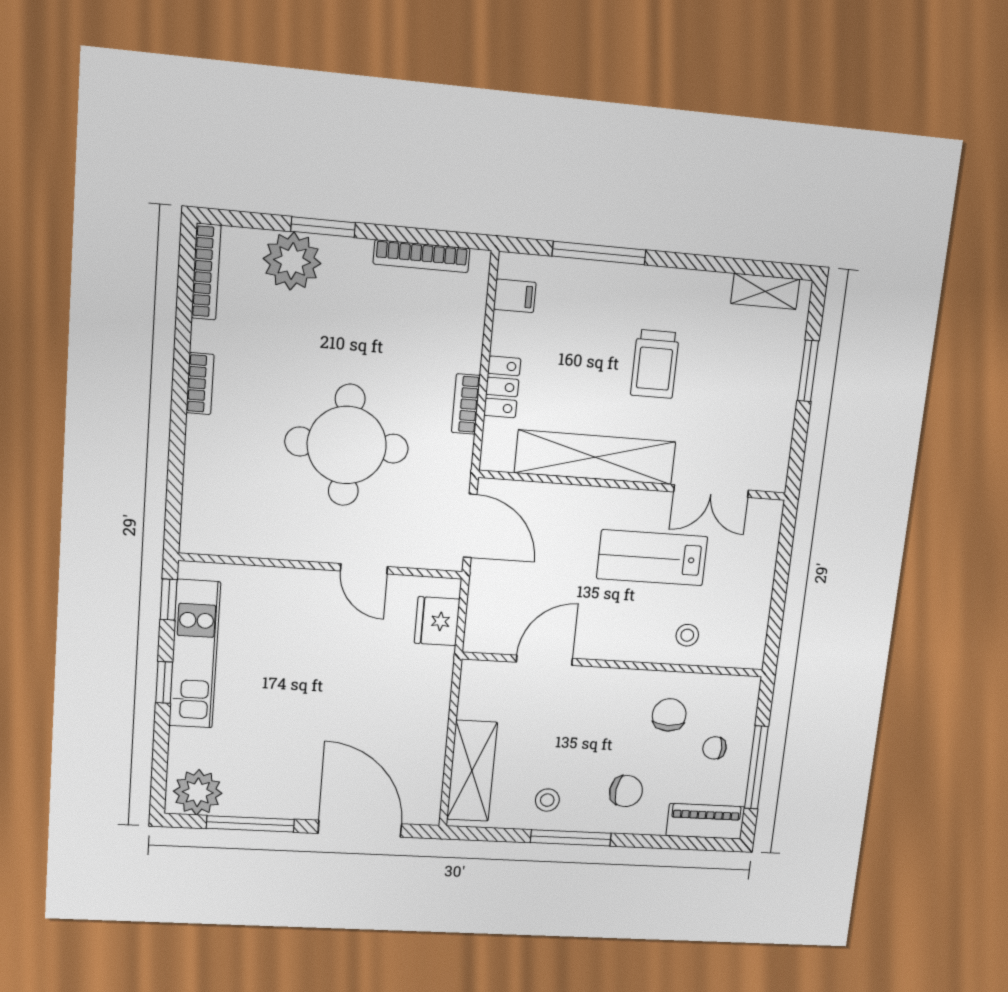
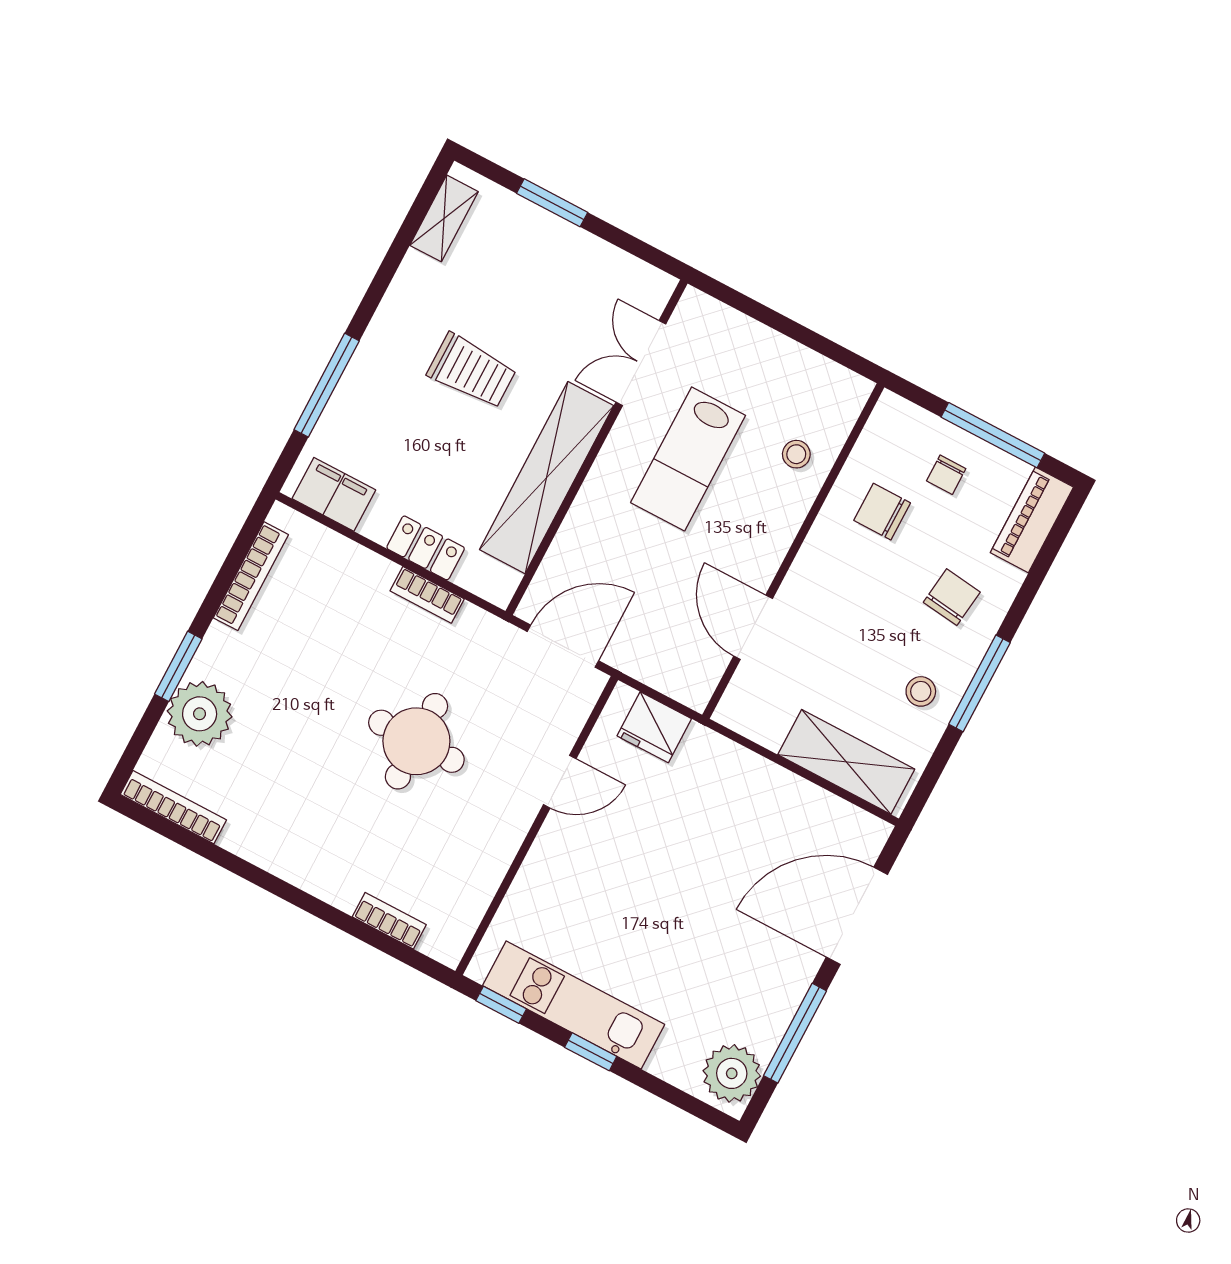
filing cabinet: (515, 296) -> (334, 494), width x2.00
bookcase: (200, 384) -> (389, 921), moved
round table: (347, 445) -> (416, 741), width x0.73, depth x0.73
double door: (711, 491) -> (641, 363), swing flipped

